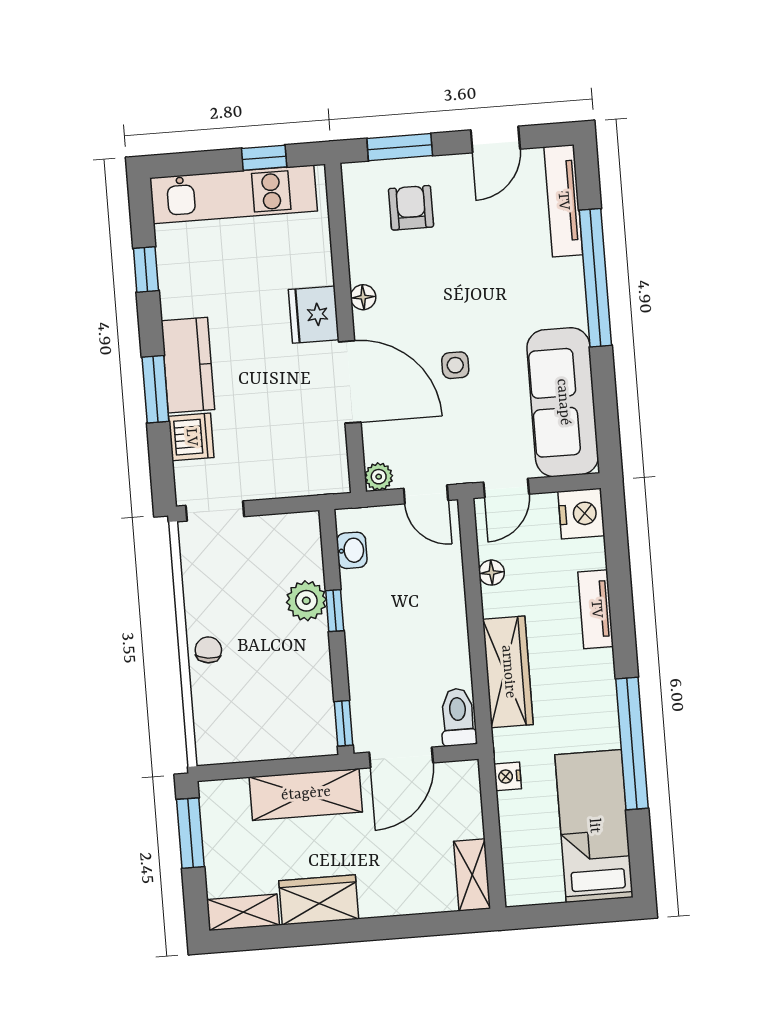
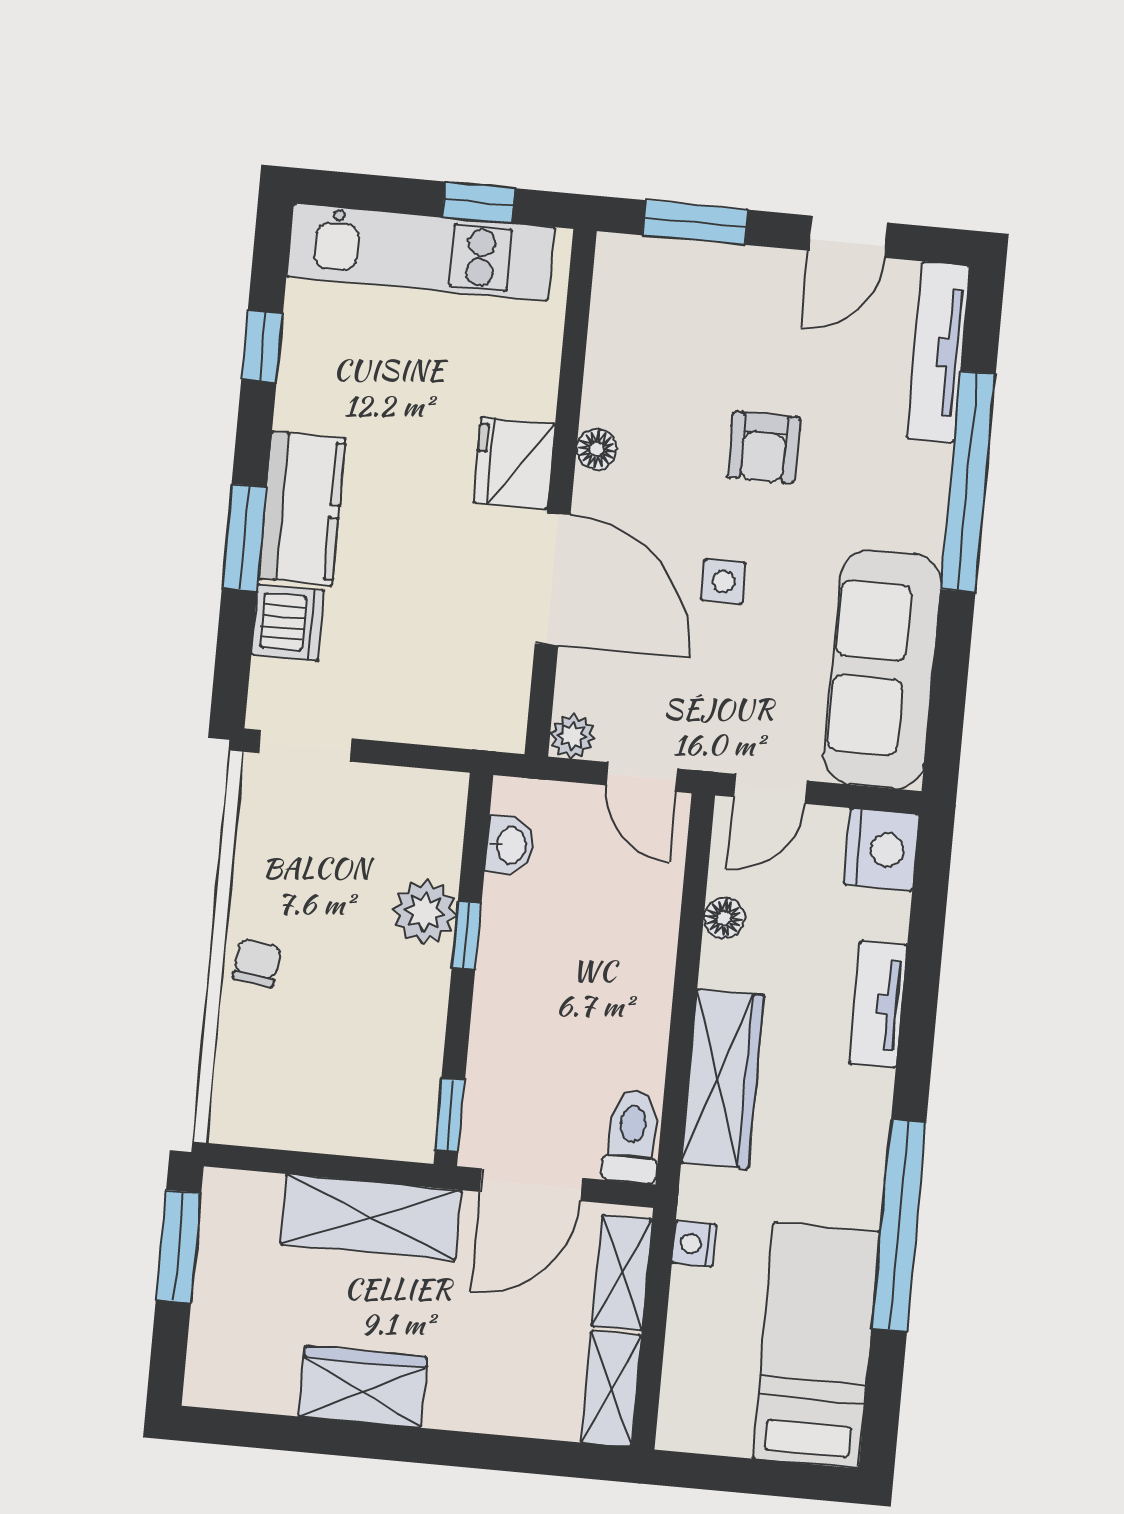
armchair: (411, 208) -> (764, 447), moved, turned 180
shelving: (243, 912) -> (622, 1273), moved, turned 90

